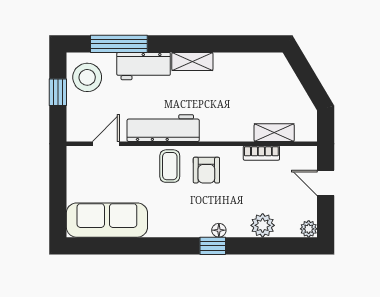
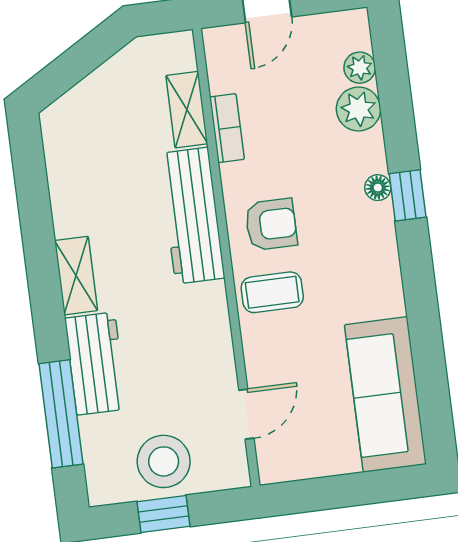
stool: (87, 77) -> (164, 461), moved
workbench: (163, 128) -> (192, 216), moved
door: (106, 144) -> (246, 414), swing flipped
plant: (309, 229) -> (360, 68), moved

